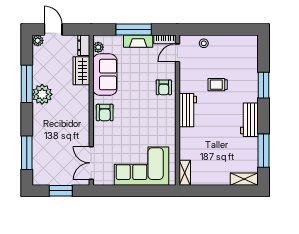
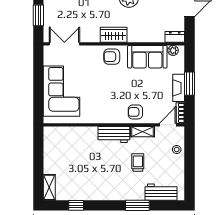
window: (134, 30) -> (190, 84), width x0.69
door: (177, 53) -> (168, 125), hinge flipped
wardrobe: (81, 71) -> (114, 35), moved
workbench: (249, 120) -> (161, 192), moved
window: (263, 151) -> (76, 205), width x0.46
shelving: (185, 173) -> (143, 132), moved

